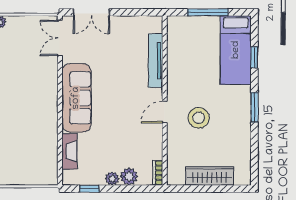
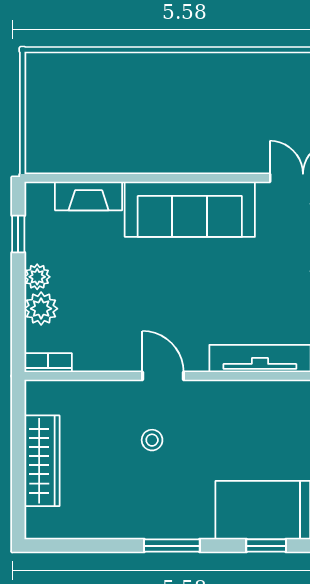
stool: (199, 118) -> (152, 440), width x0.53, depth x0.53

